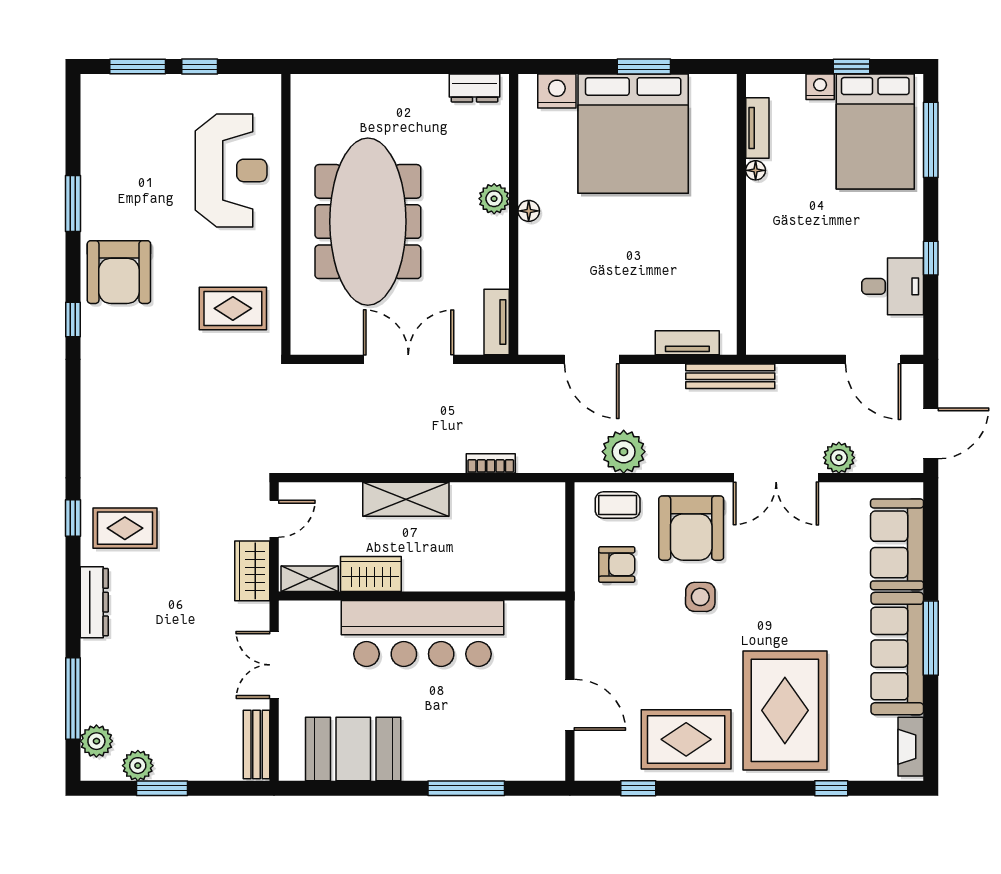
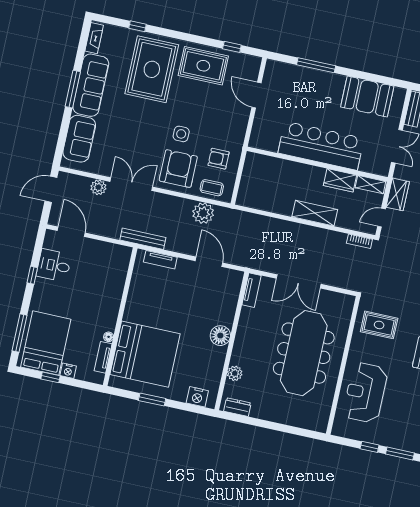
bed: (633, 134) -> (145, 354), moved, turned 90
plant: (494, 199) -> (235, 373), moved
floor lamp: (529, 211) -> (220, 336), width x1.89, depth x1.89
bookcase: (491, 463) -> (359, 241), moved

